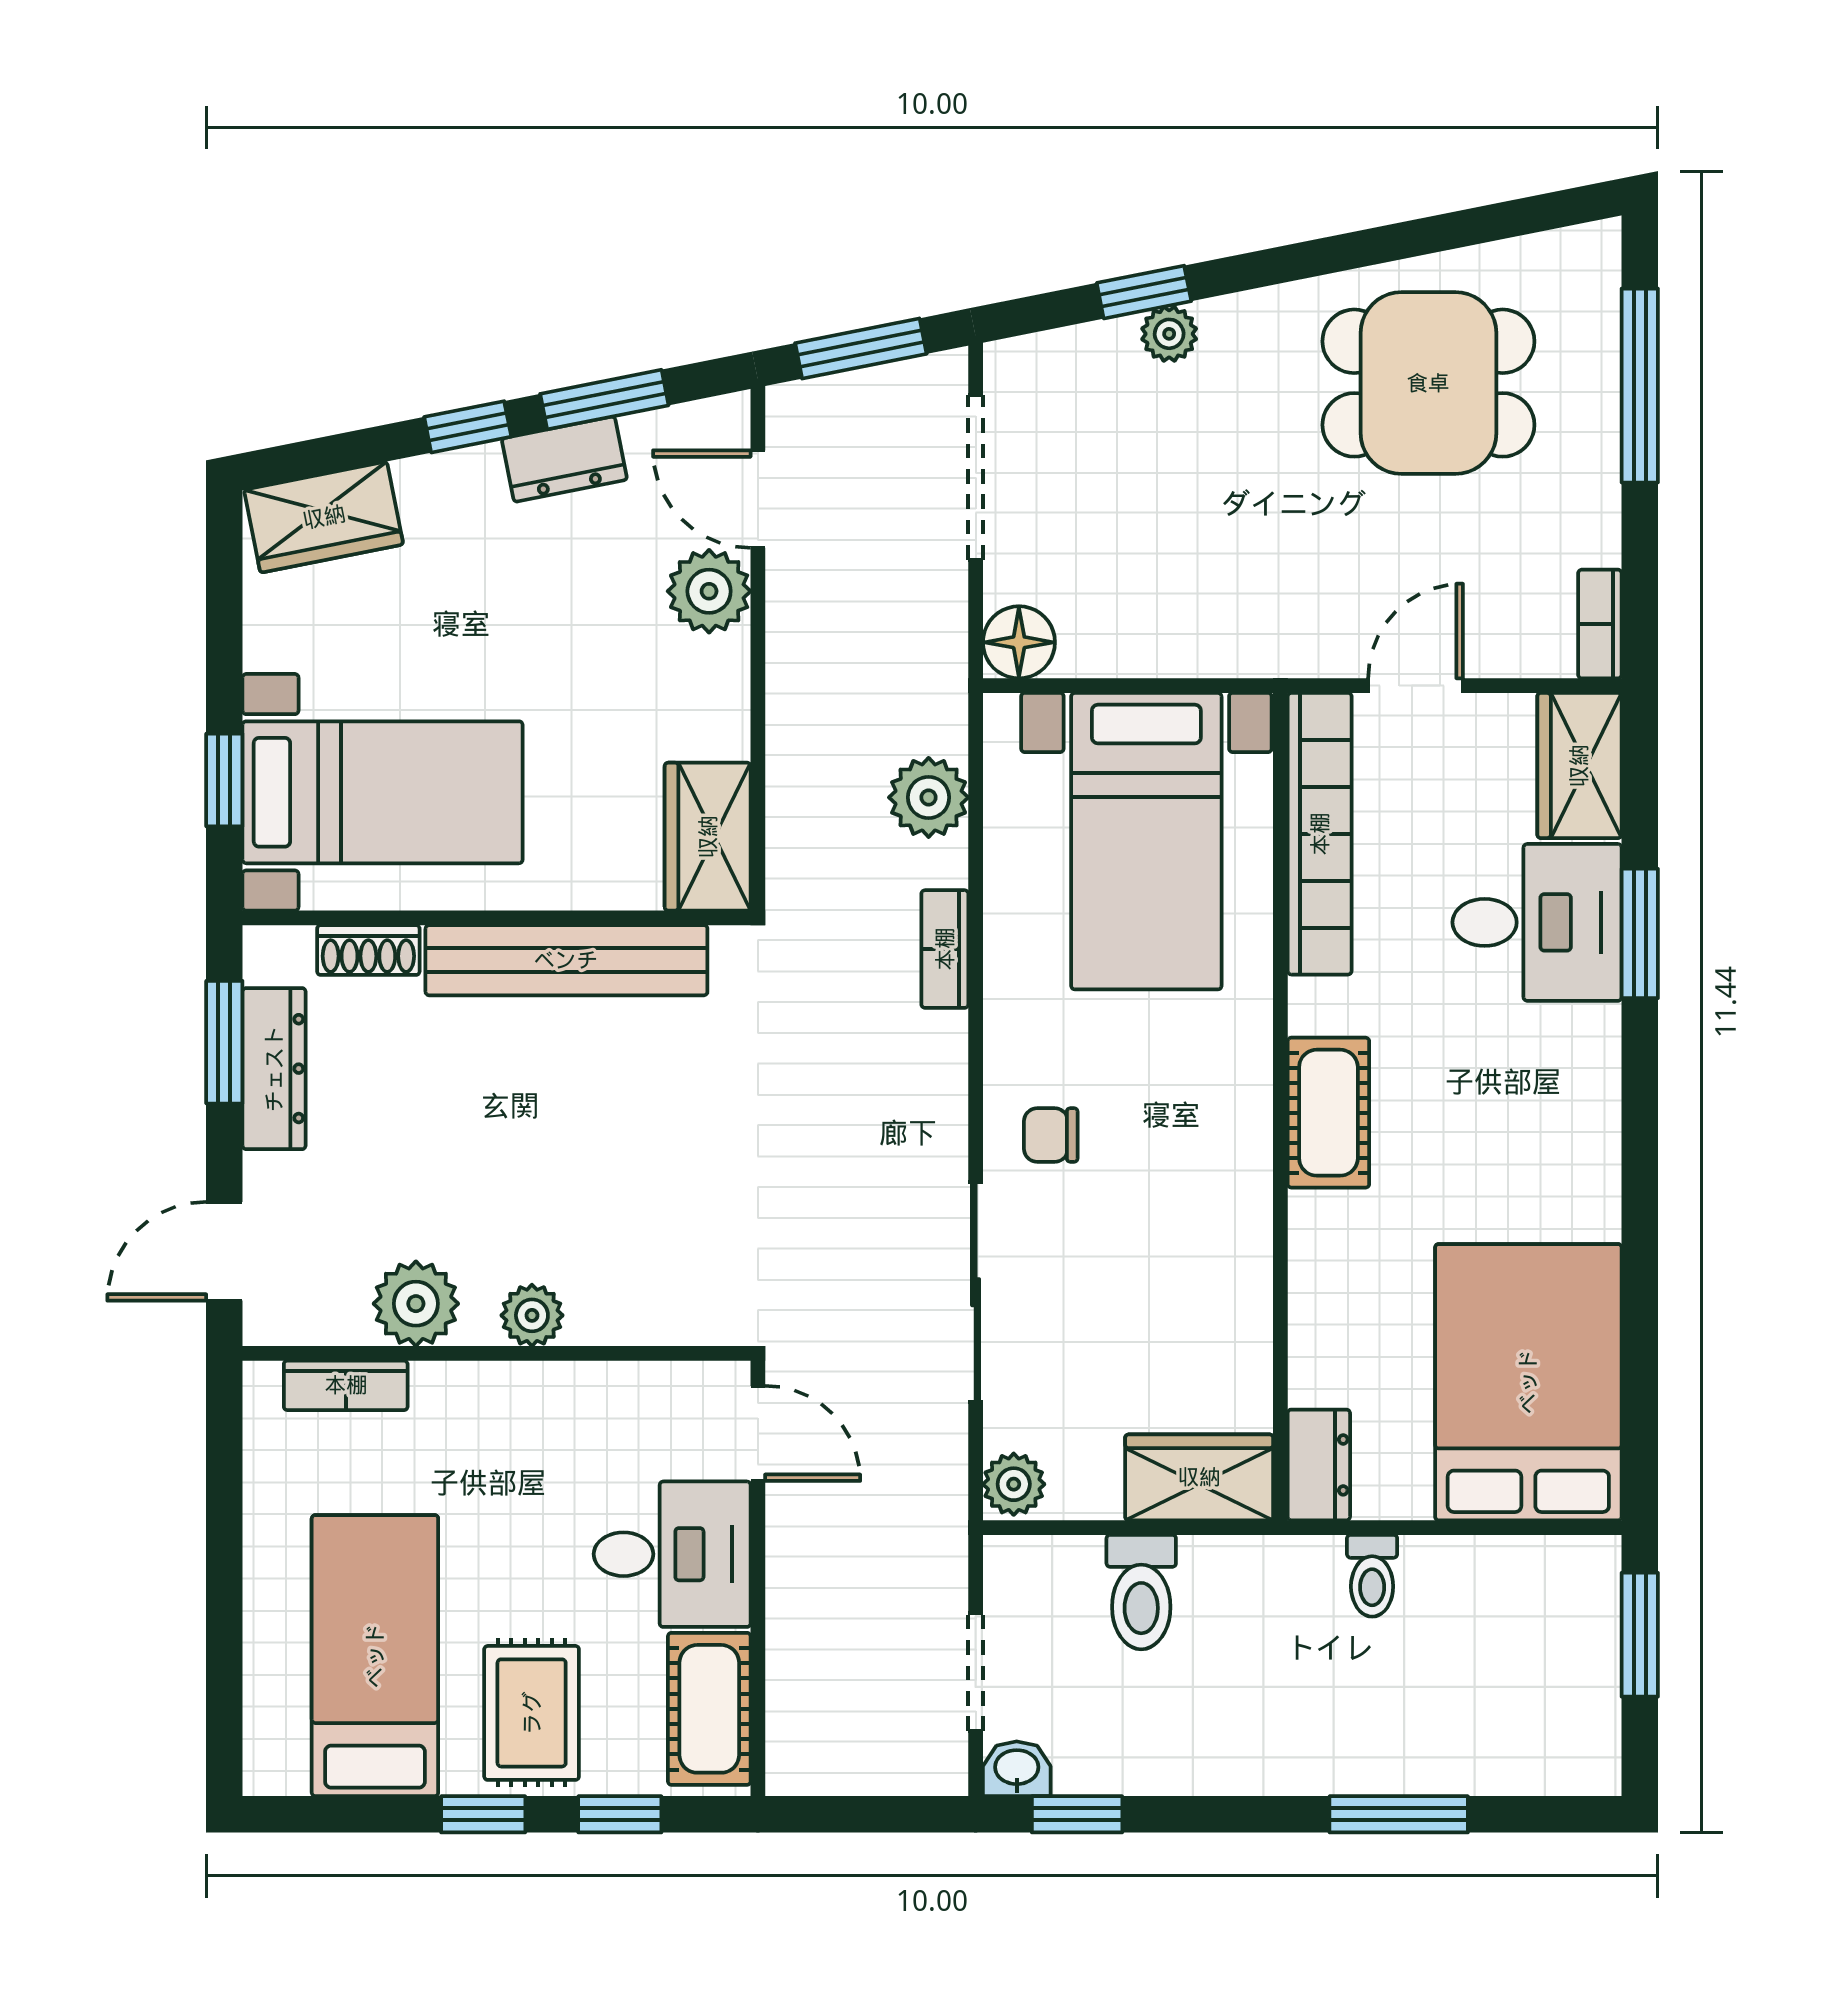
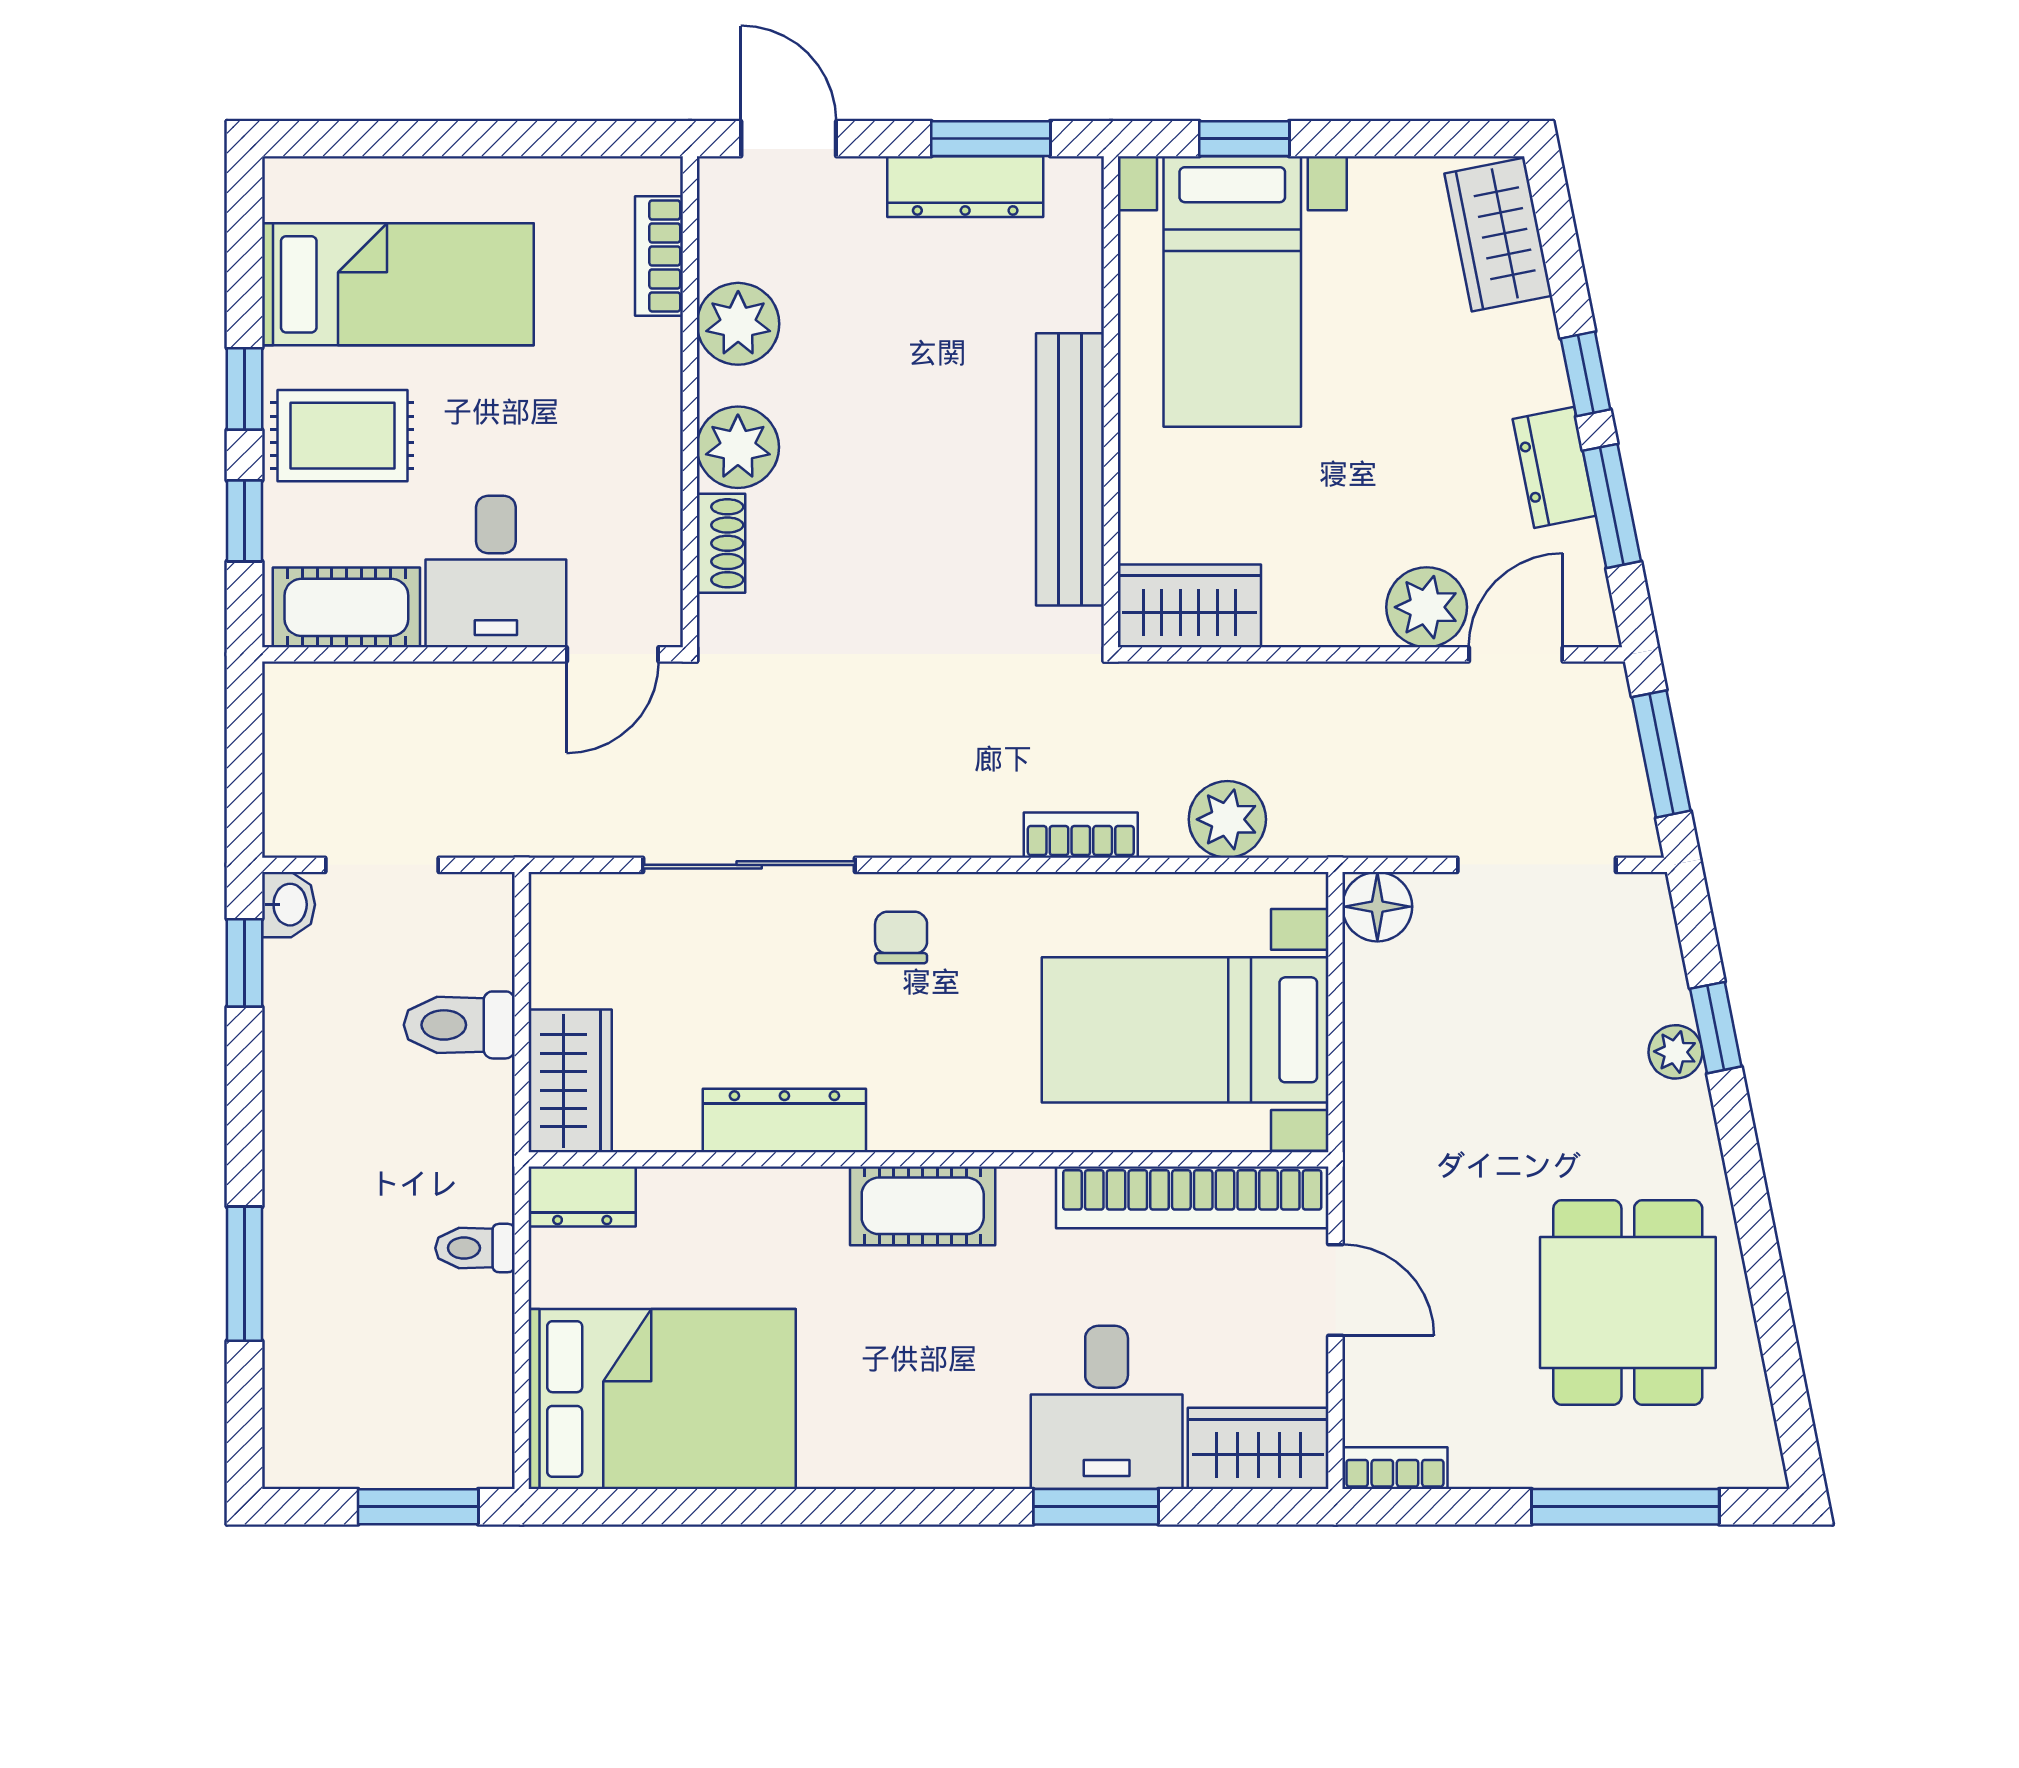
shoe rack: (368, 950) -> (721, 543), moved, turned 180
dresser: (1240, 1256) -> (784, 1121), added
plant: (532, 1315) -> (738, 447), width x1.38, depth x1.38
plant: (1014, 1484) -> (564, 902), removed

